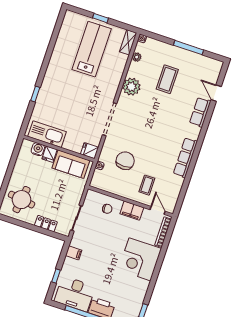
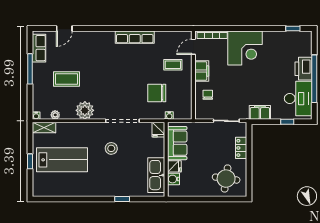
lab bench: (92, 49) -> (62, 160), turned 180
stool: (87, 100) -> (111, 148), added
row of seats: (200, 112) -> (39, 48), moved, turned -90
filing cabinet: (74, 253) -> (260, 112), width x2.00

